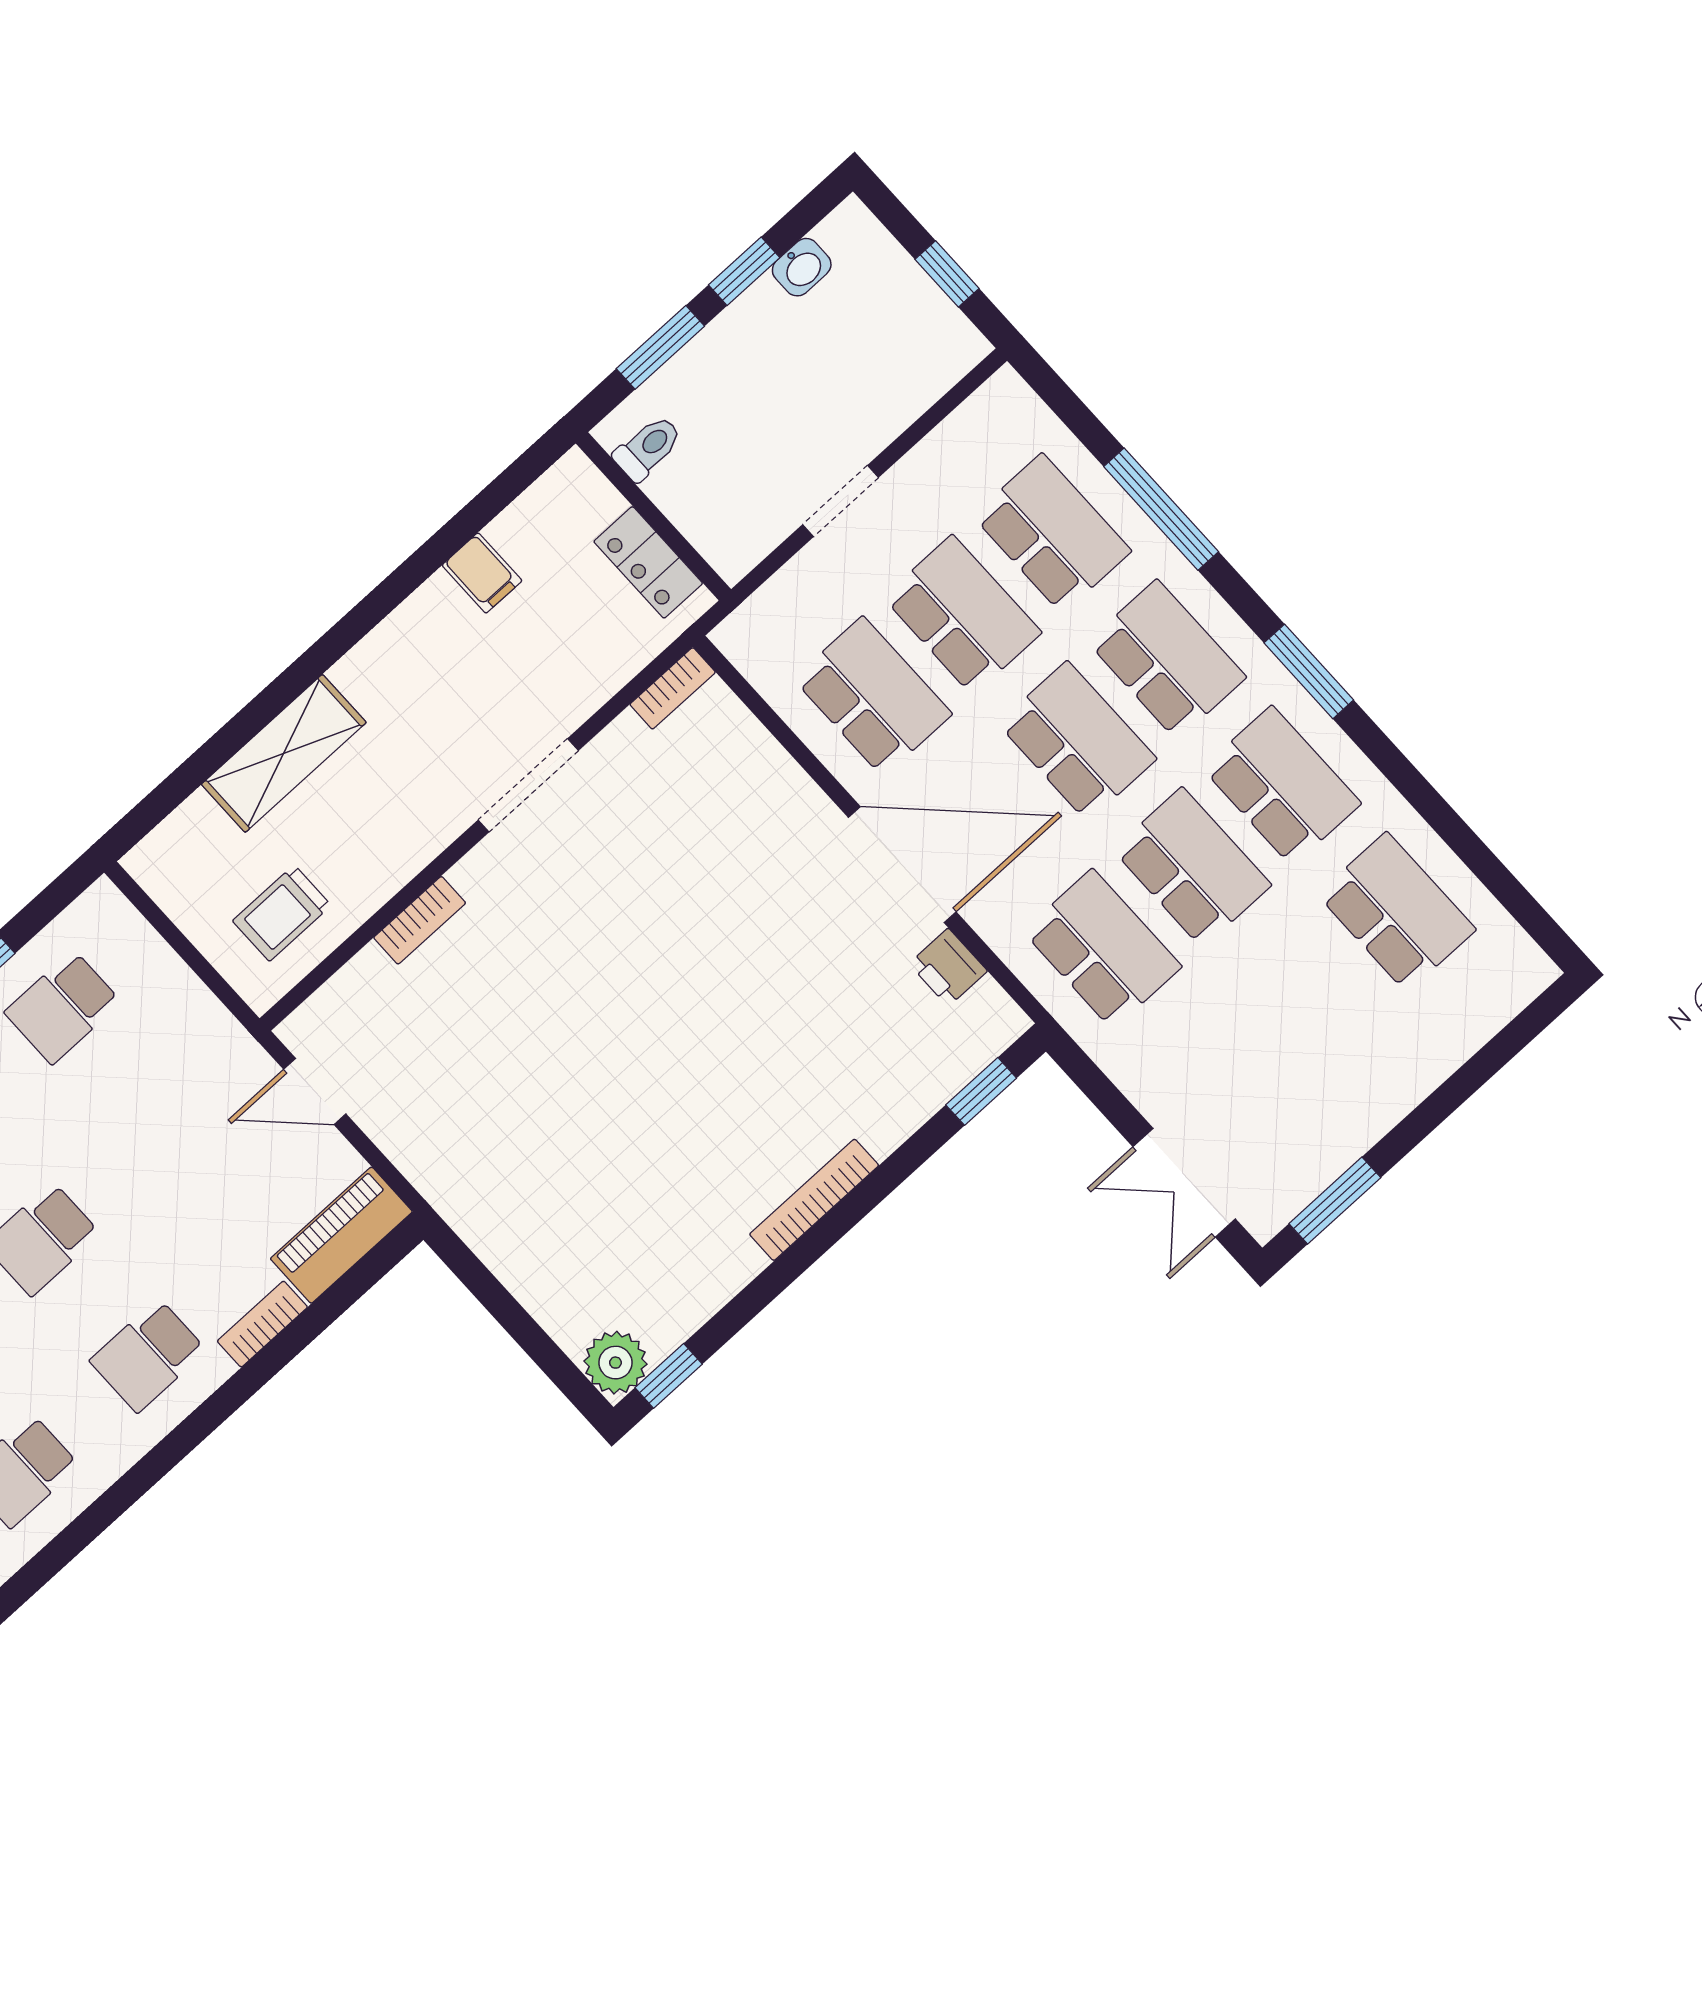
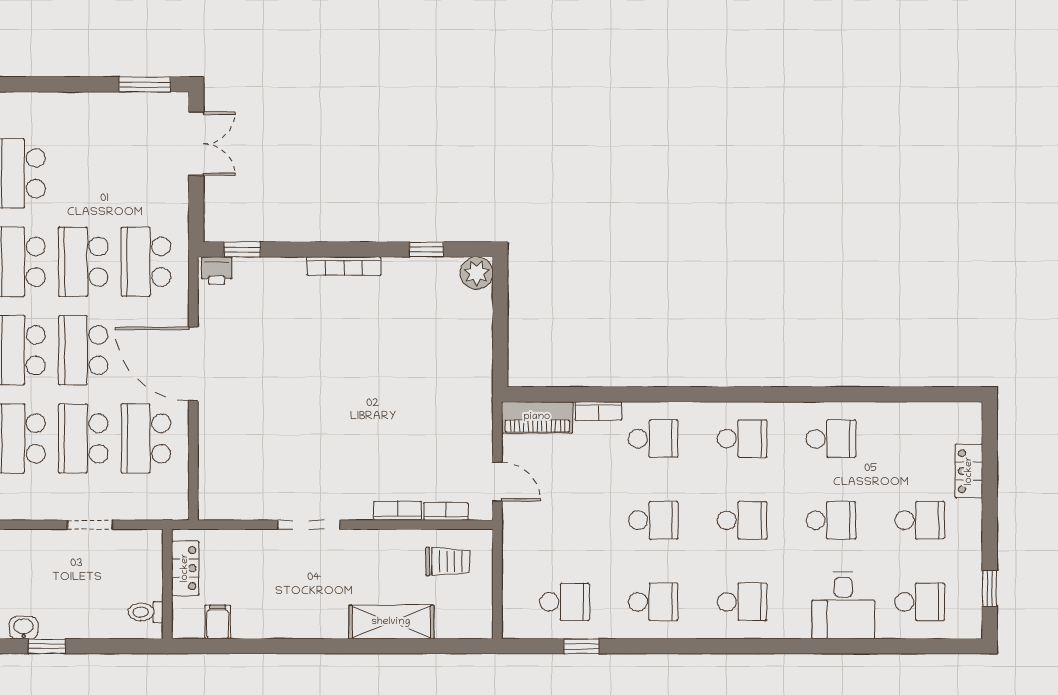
window: (660, 347) -> (106, 646), removed
filing cabinet: (482, 573) -> (218, 622), moved
bookcase: (673, 688) -> (446, 511), moved
printer: (948, 967) -> (217, 271), moved, turned 90
window: (669, 1376) -> (426, 249), moved

